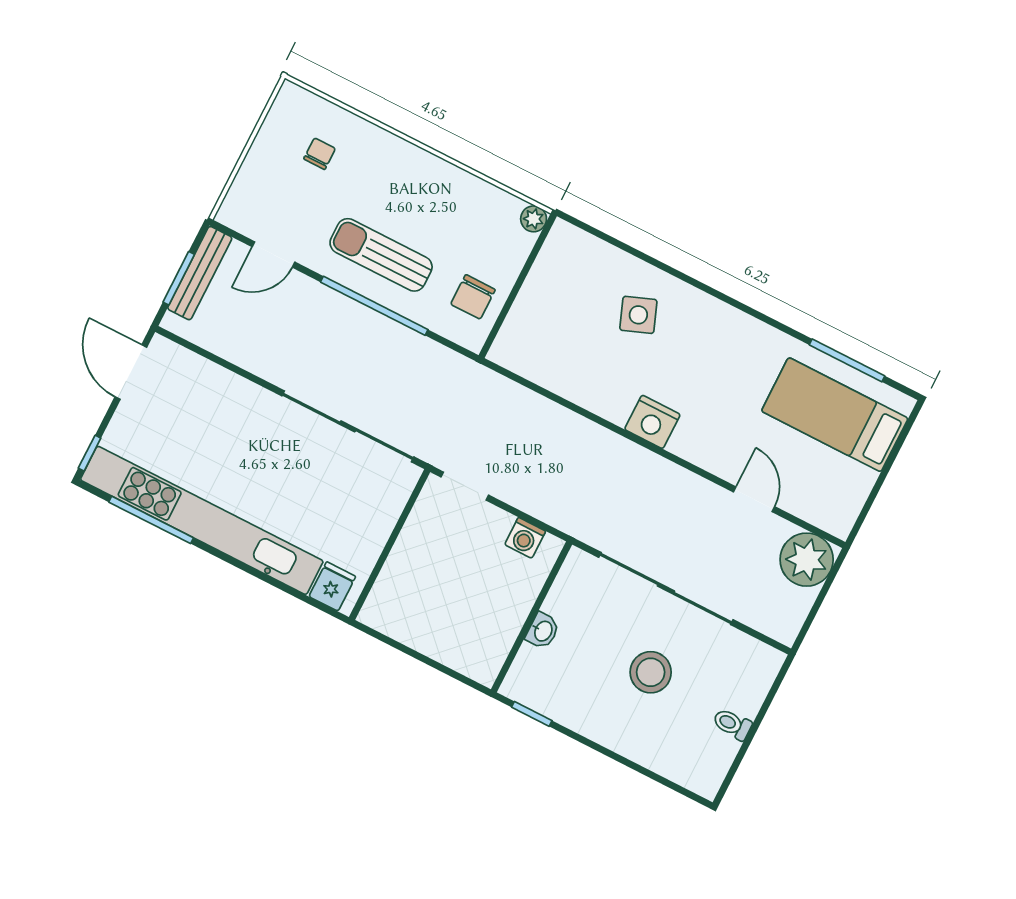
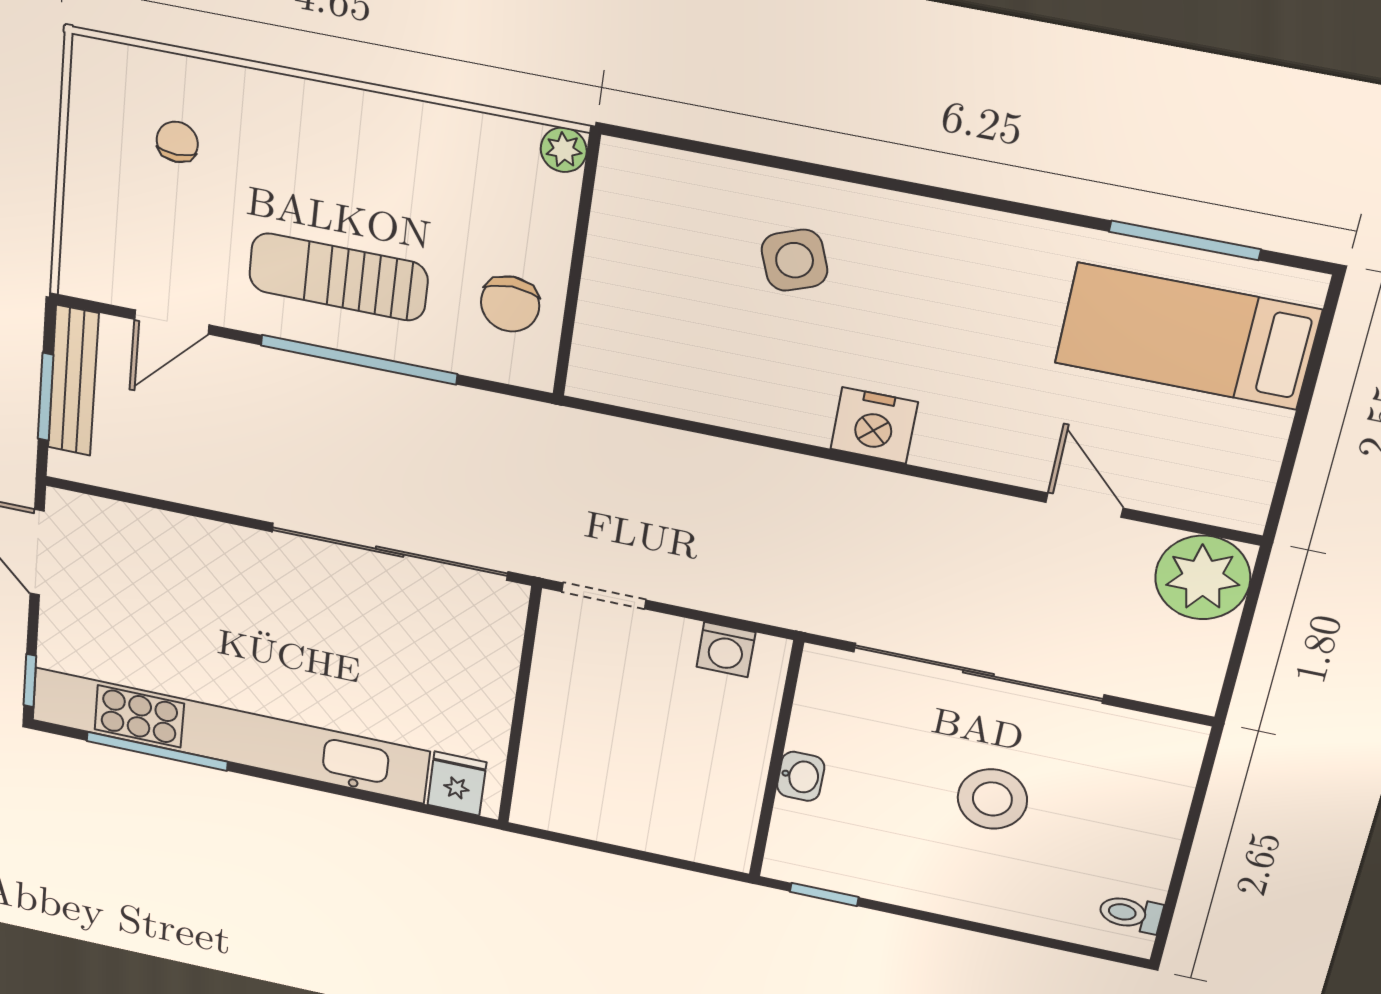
toilet: (732, 724) -> (1131, 914), moved

